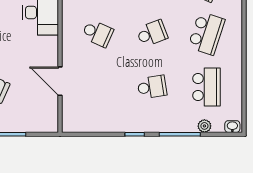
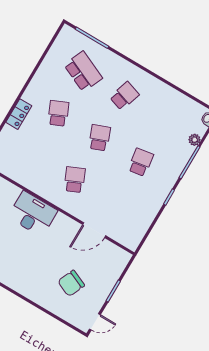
school desk: (97, 33) -> (75, 180), turned -48
school desk: (206, 33) -> (124, 96), width x0.54
school desk: (206, 87) -> (166, 120), removed

